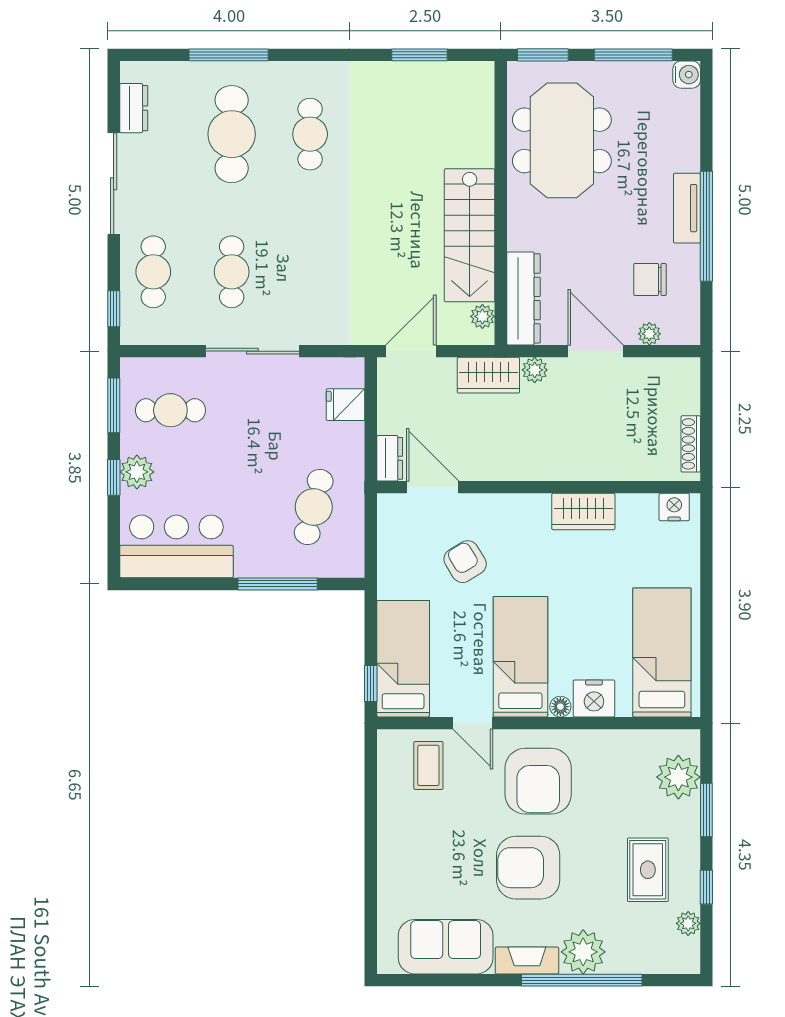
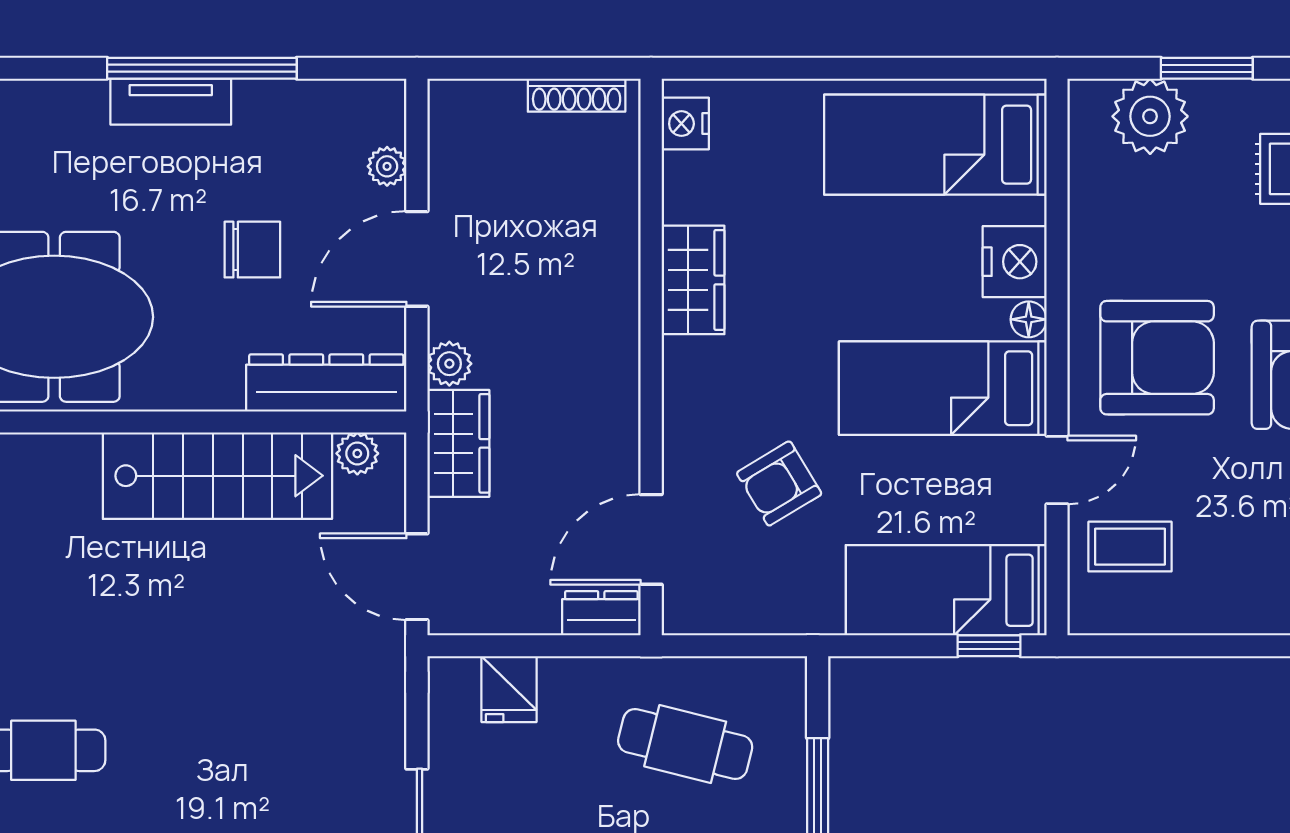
chair: (650, 280) -> (252, 250), moved, turned -90

